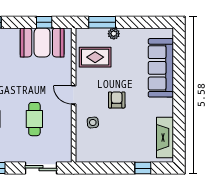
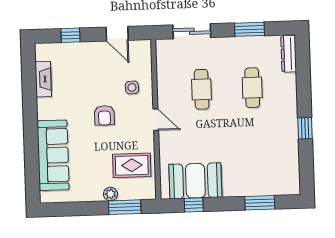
fireplace: (165, 137) -> (43, 79), width x0.73, depth x0.76
door: (104, 168) -> (117, 34), added

